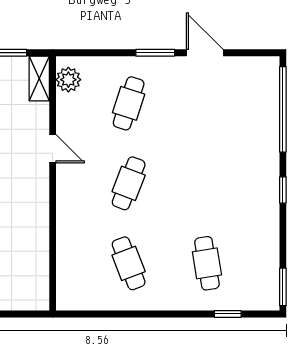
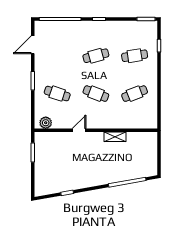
door: (205, 53) -> (33, 45), moved
shelving: (39, 78) -> (115, 137), moved
cafe table: (207, 183) -> (96, 56), added

